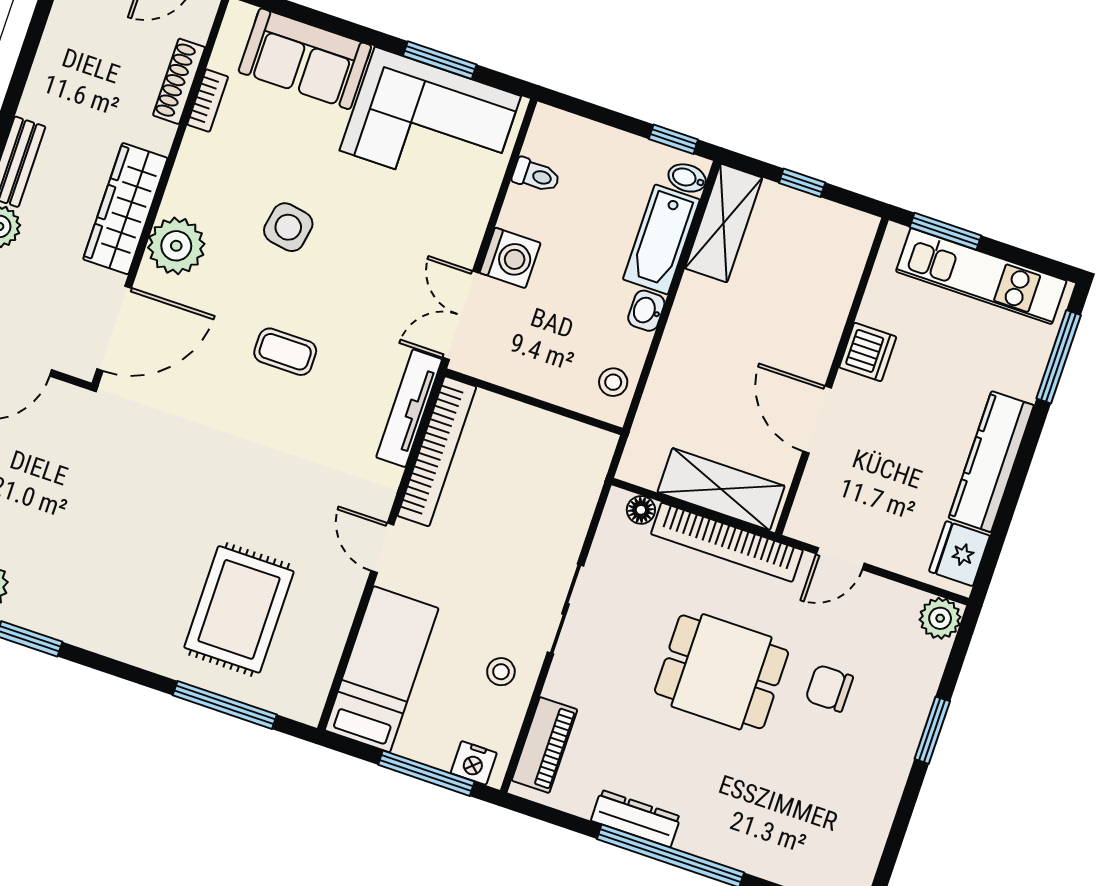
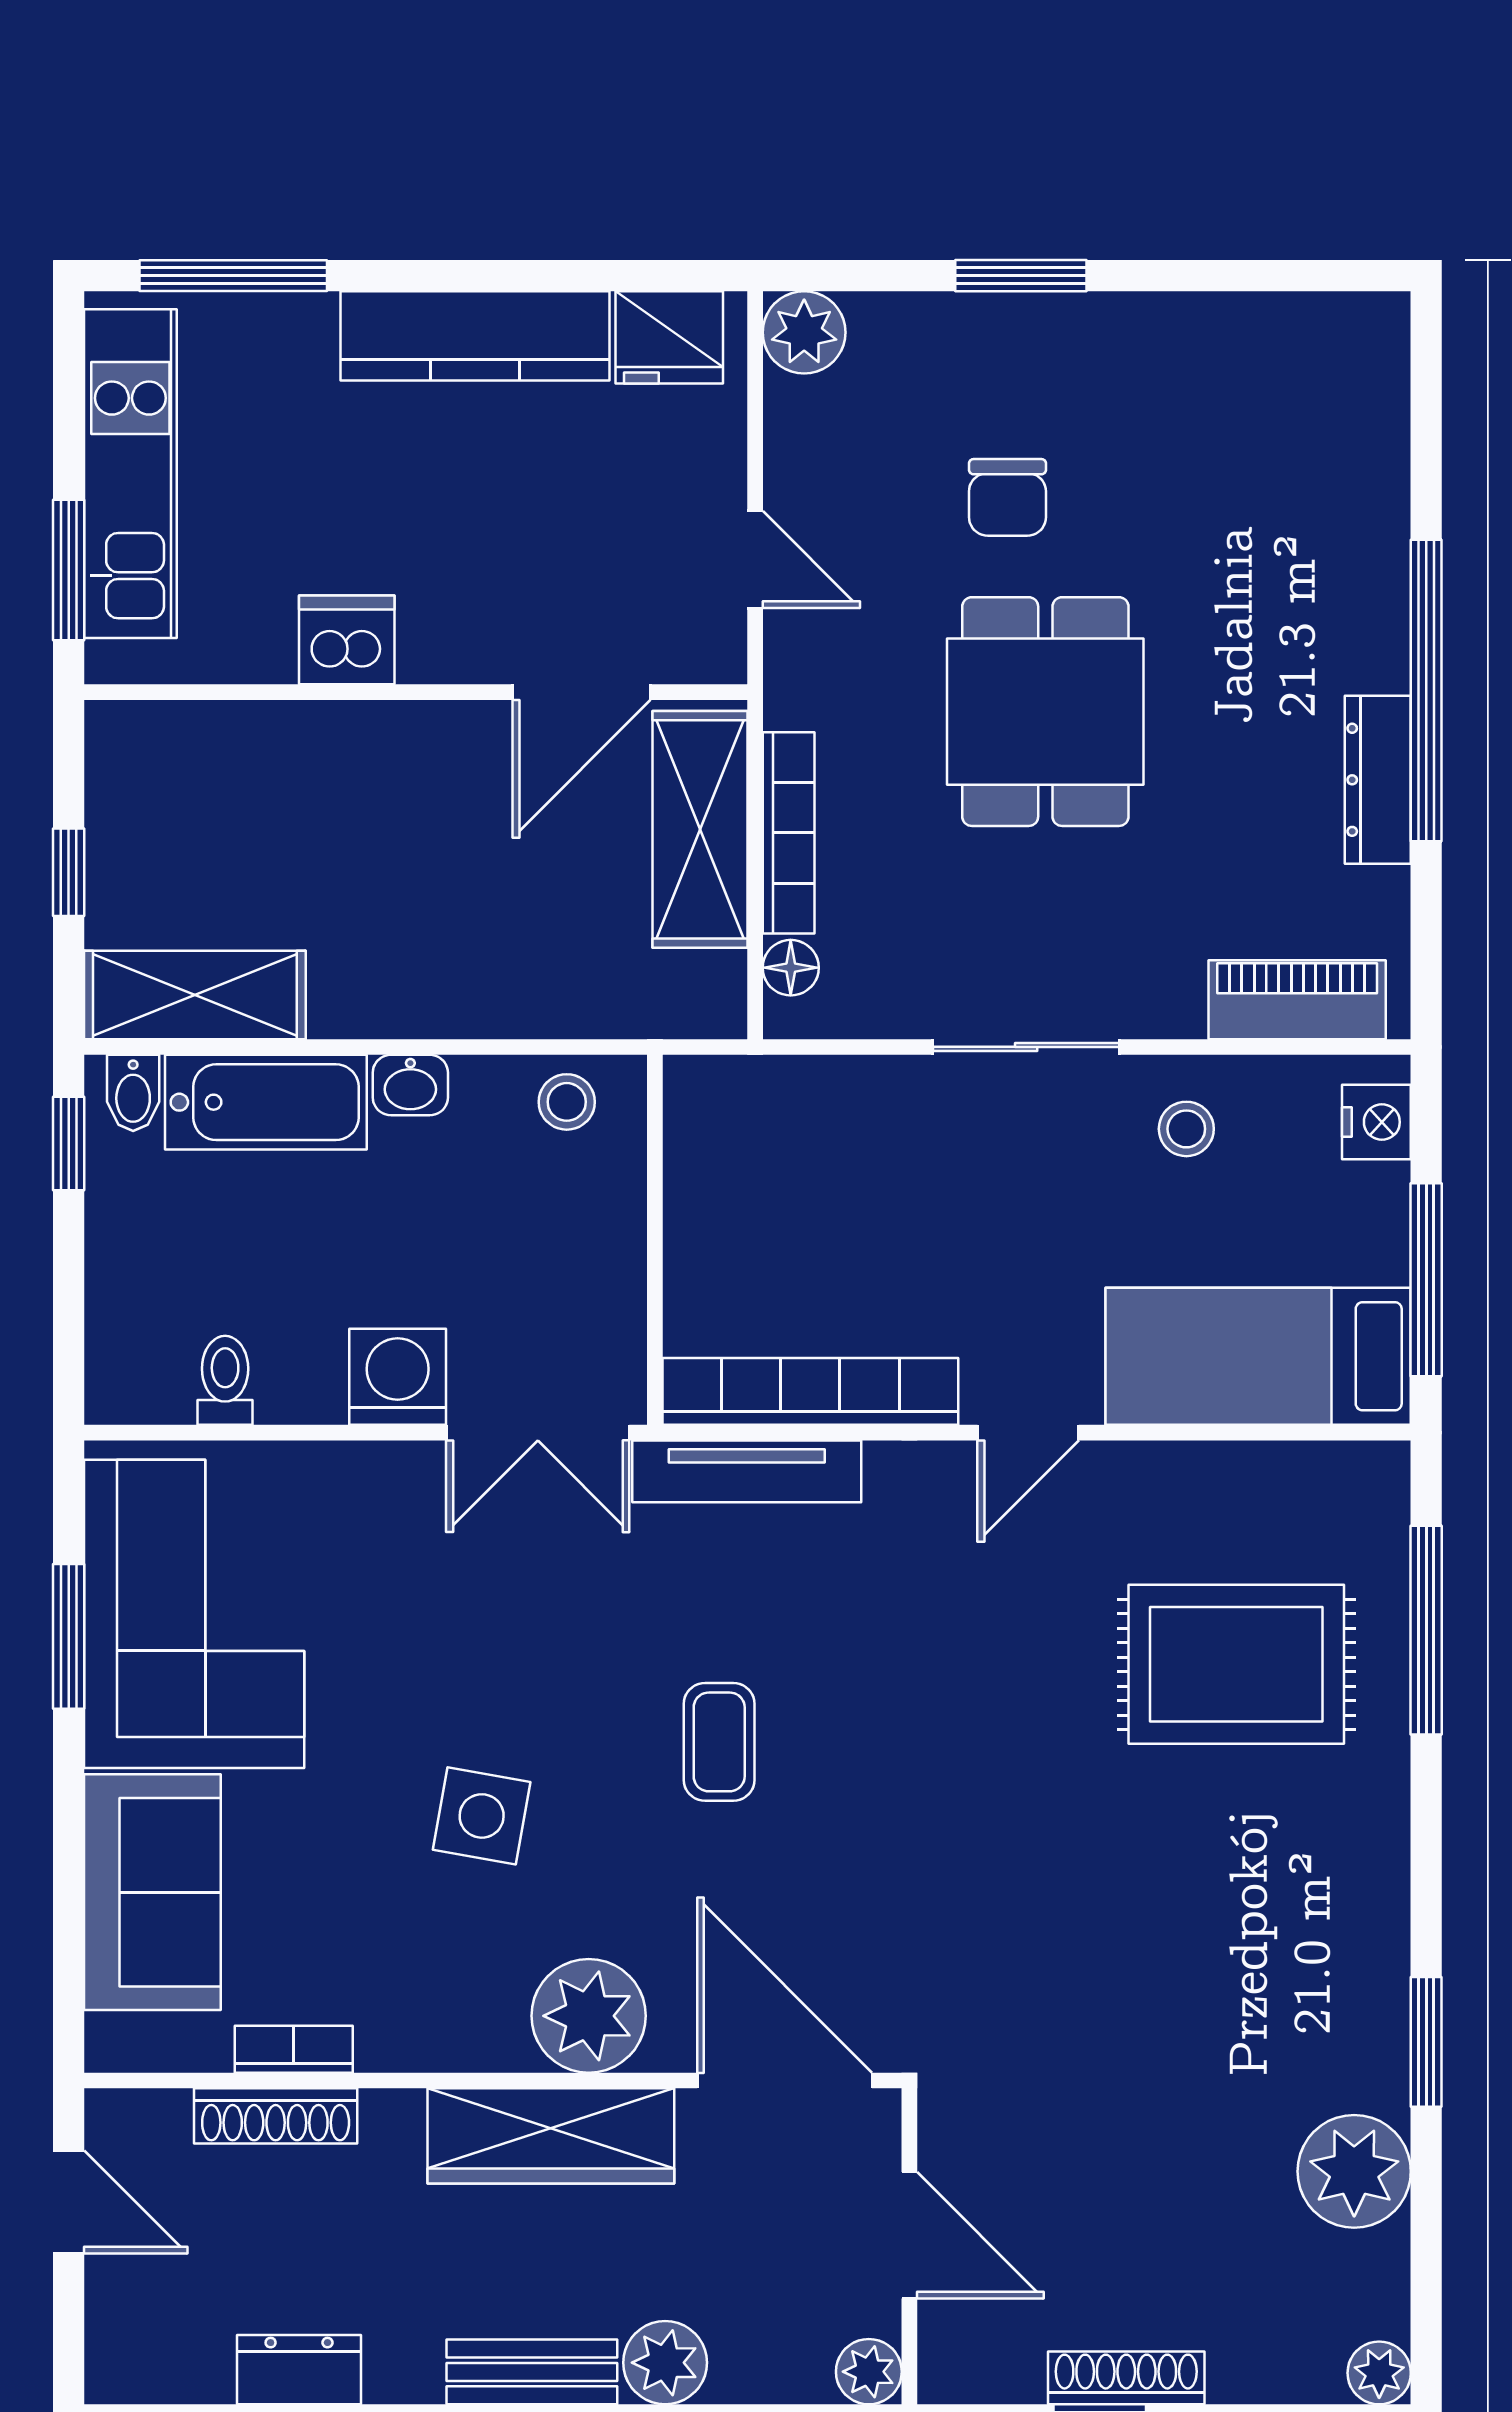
dresser: (55, 52) -> (299, 2370), added
door: (817, 420) -> (581, 692), moved
bookcase: (727, 542) -> (789, 833), width x0.68, depth x0.76
window: (426, 773) -> (1426, 1280), moved

